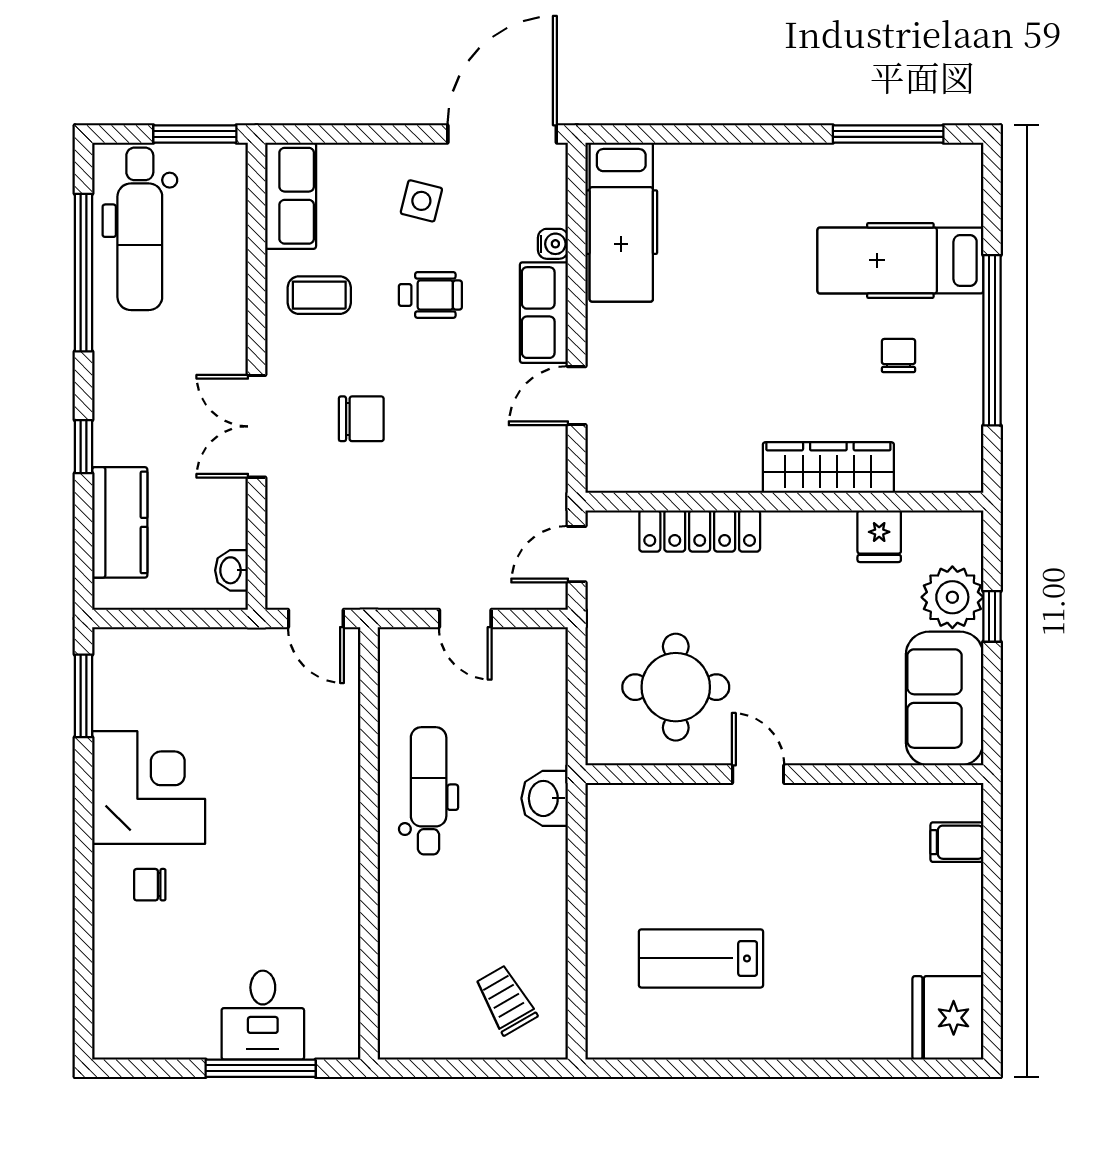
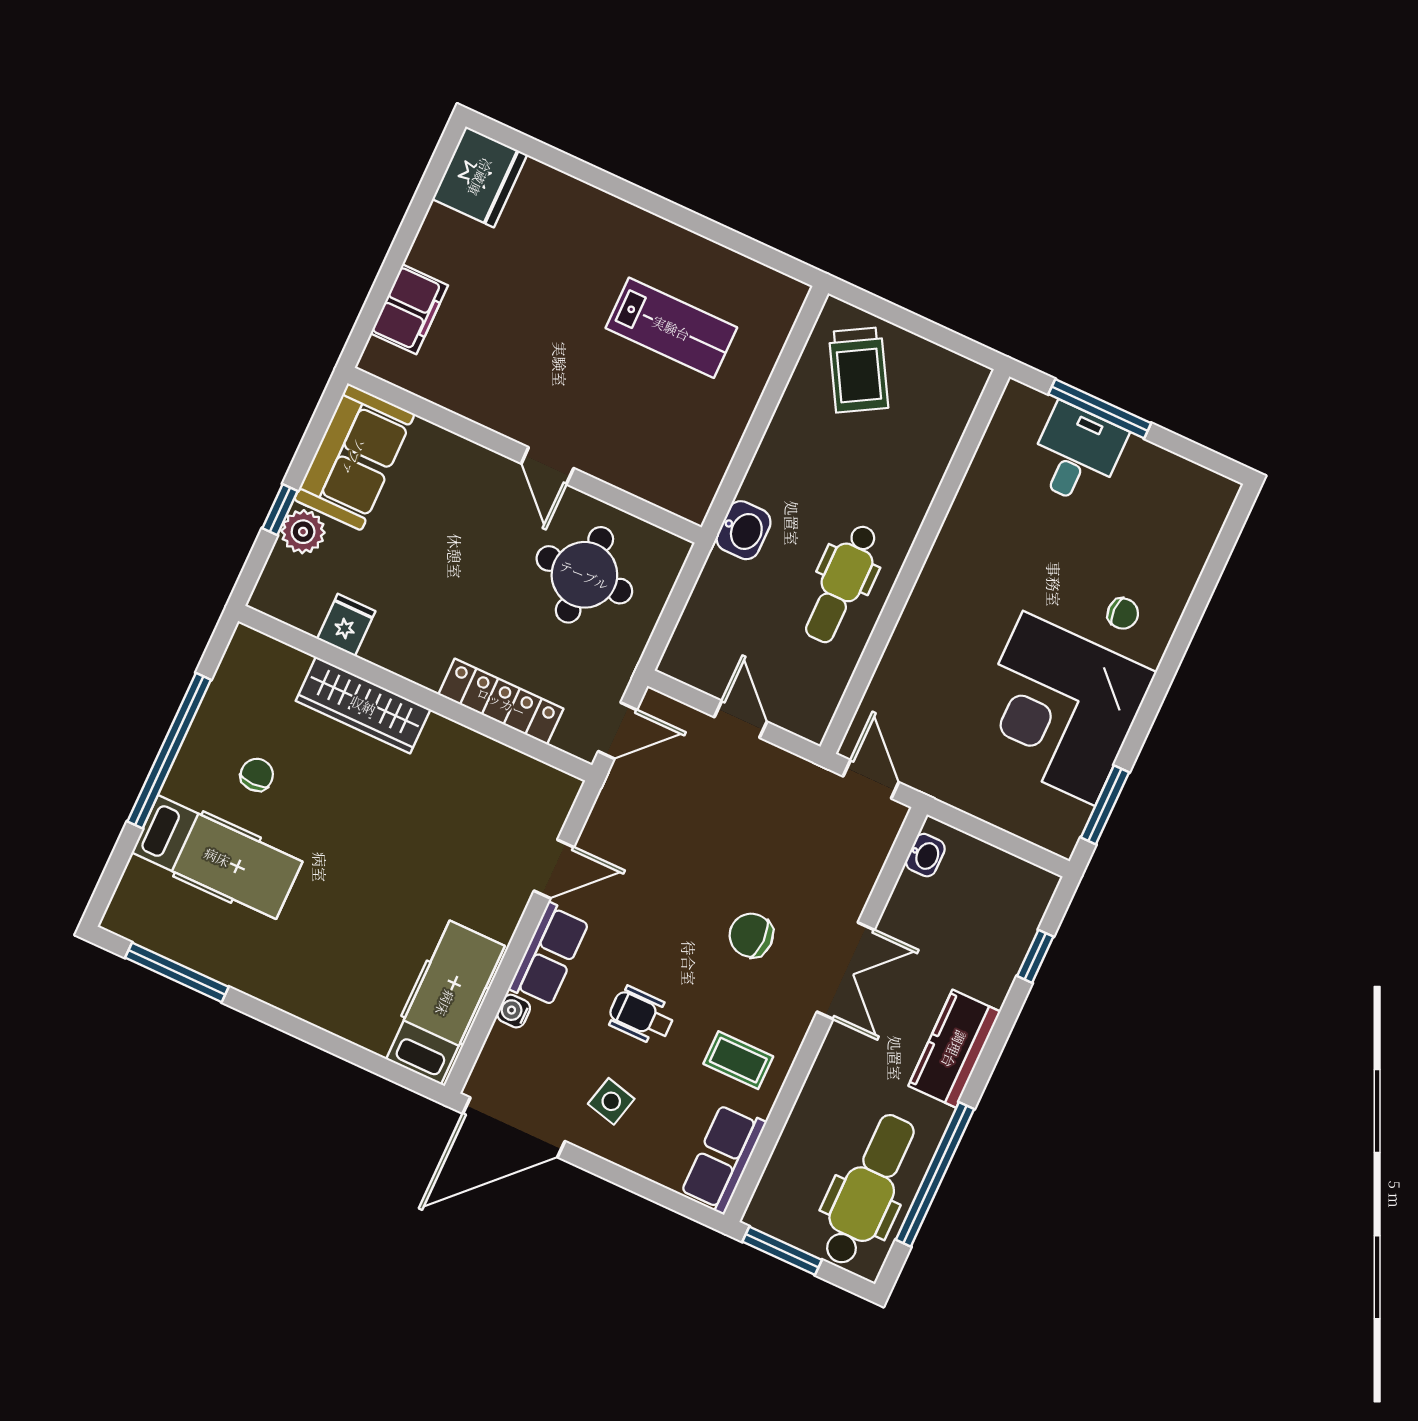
chair: (898, 356) -> (257, 775), turned 180
window: (84, 447) -> (1035, 956), moved
kitchen counter: (120, 522) -> (954, 1049), moved
plant: (952, 597) -> (303, 532), width x0.73, depth x0.73
corner desk: (149, 788) -> (1059, 708), width x1.36, depth x1.36
filing cabinet: (957, 842) -> (409, 309), width x2.00
trolley: (506, 1000) -> (858, 370), width x1.36, depth x1.39

